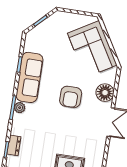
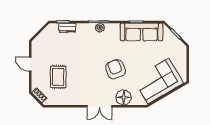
sofa: (29, 77) -> (141, 32), moved
armchair: (71, 97) -> (116, 69), turned 69

